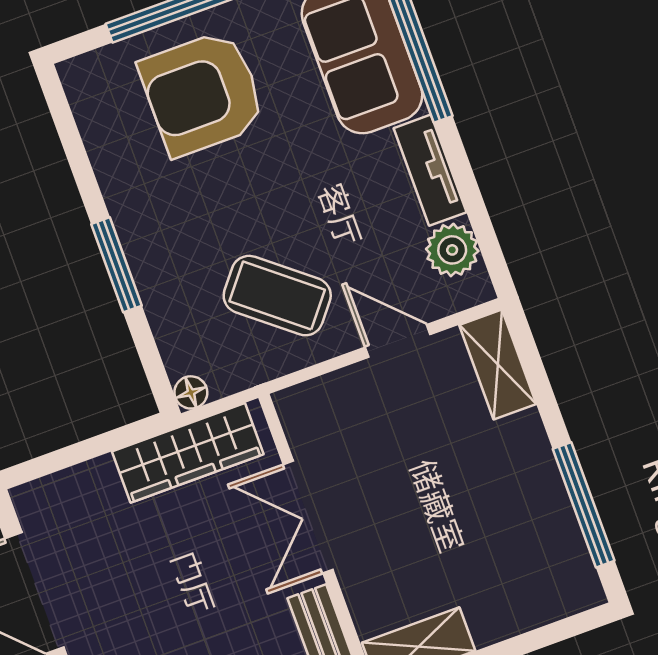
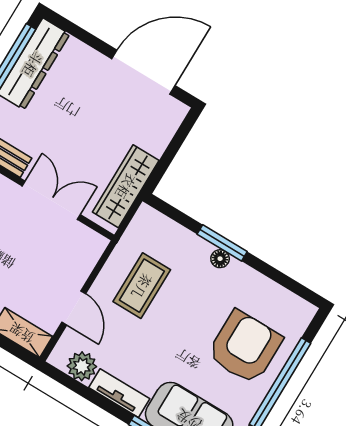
coffee table: (277, 296) -> (142, 286), turned -39
door: (398, 341) -> (74, 308), hinge flipped
floor lamp: (191, 392) -> (220, 259), moved

